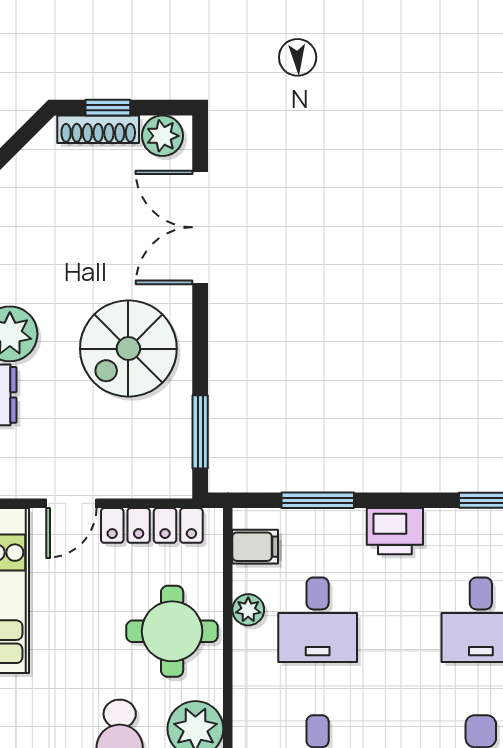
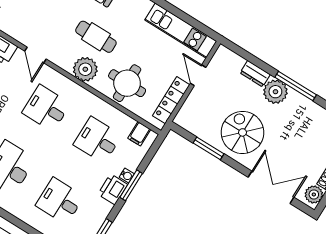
window: (200, 432) -> (208, 148), moved
window: (318, 500) -> (131, 185), moved
water cooler: (351, 521) -> (127, 175), added
plant: (248, 610) -> (117, 117), removed

